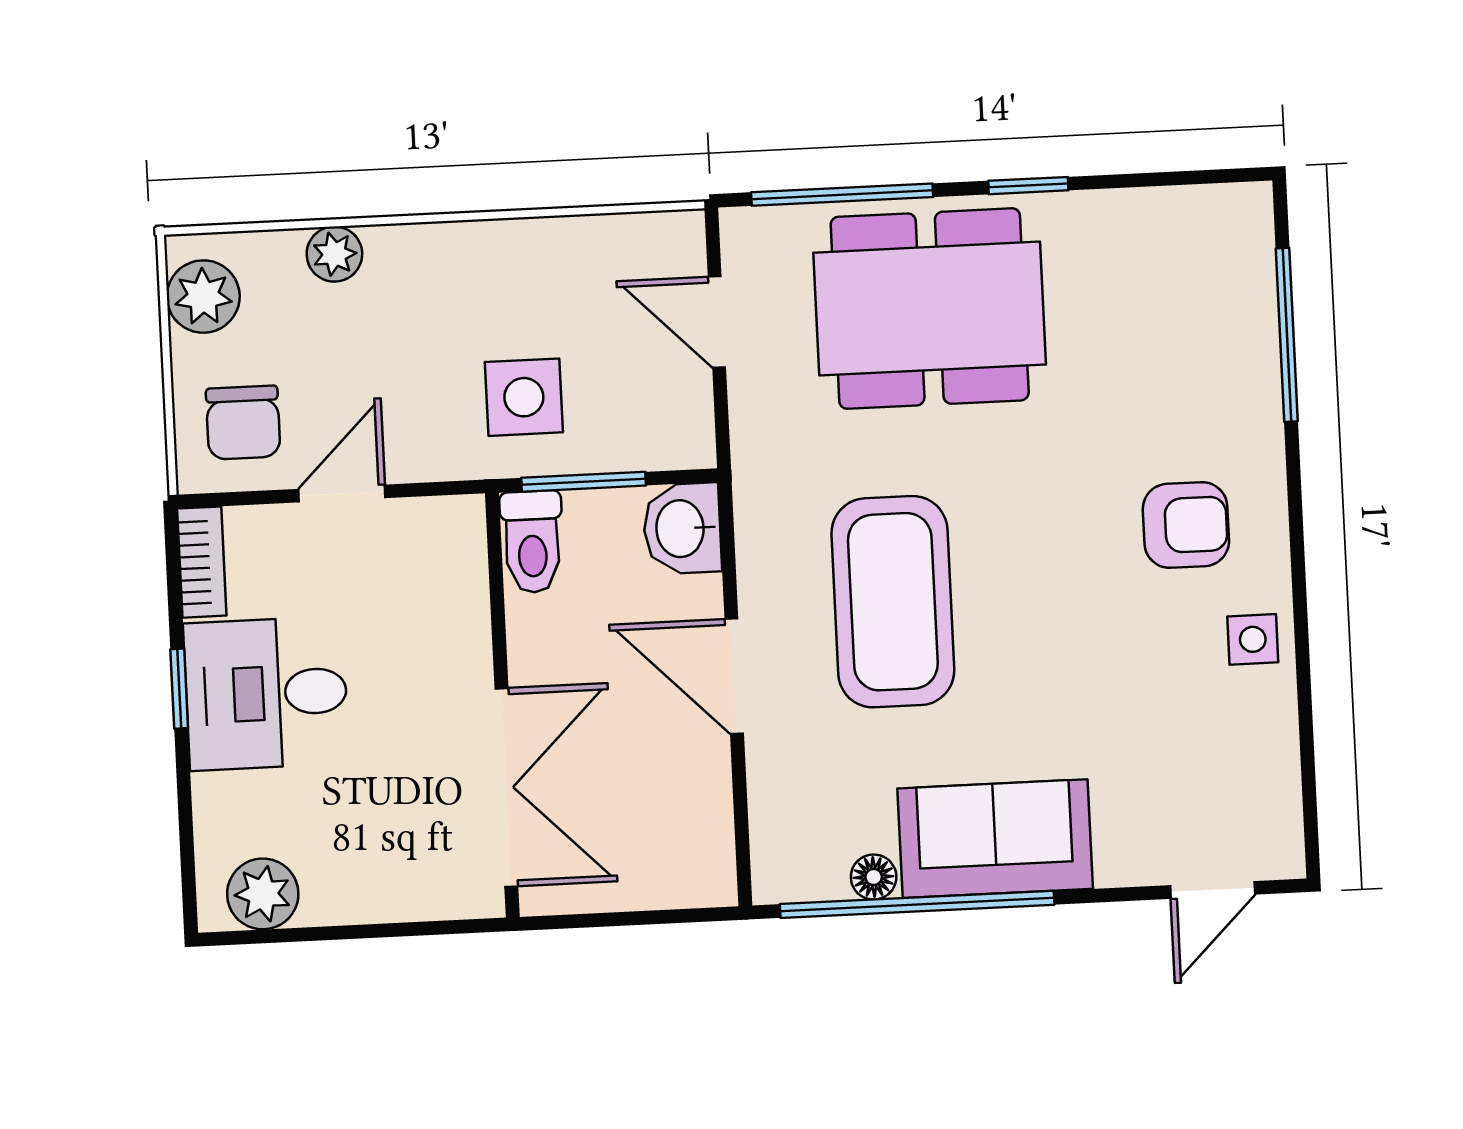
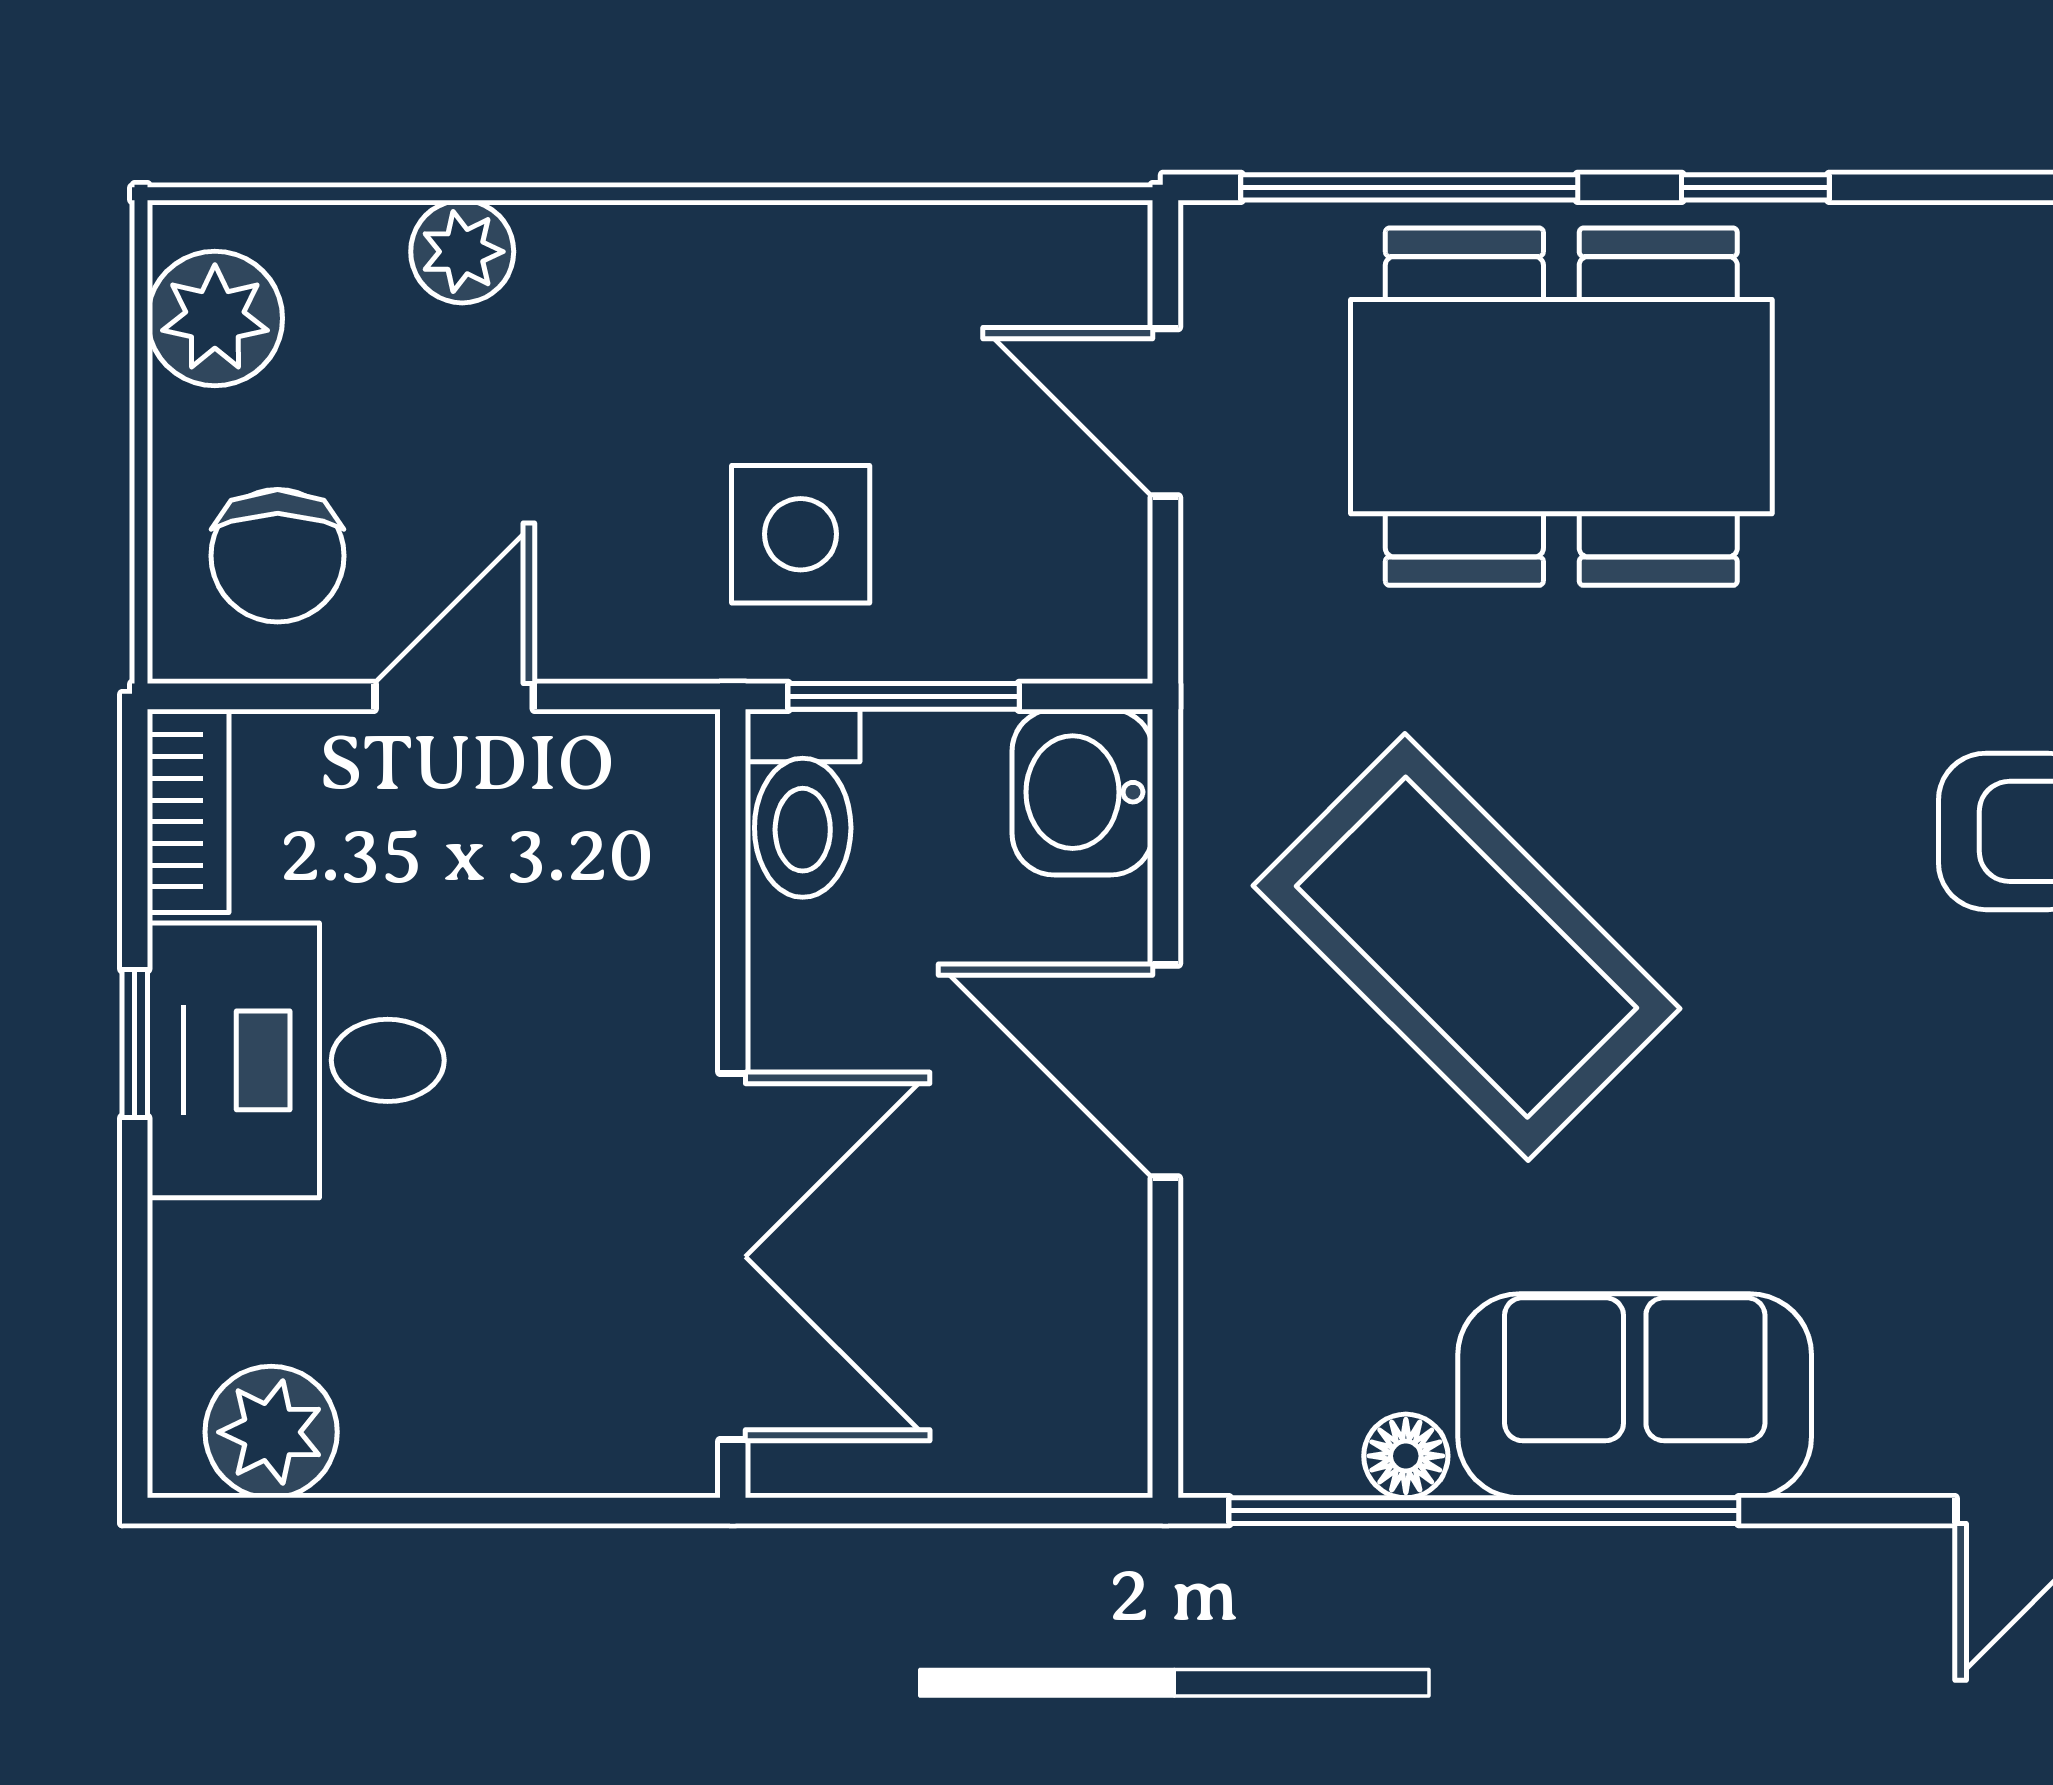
coffee table: (893, 602) -> (1466, 947), turned -45

